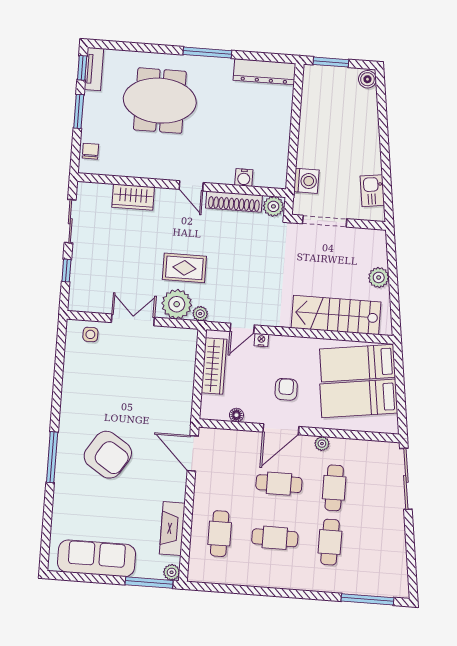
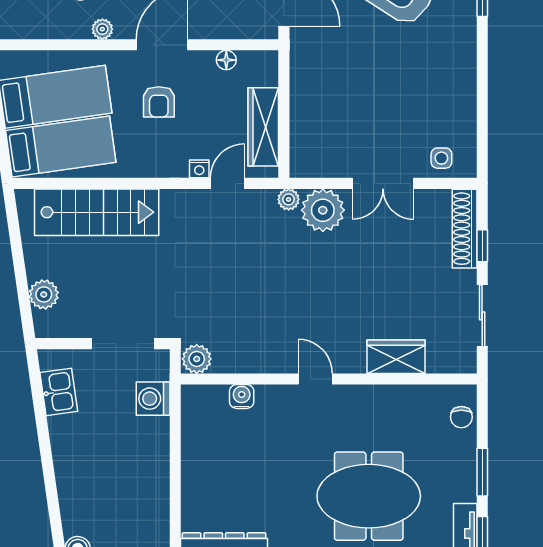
shoe rack: (234, 202) -> (465, 229), moved, turned -90
rug: (184, 268) -> (316, 262), removed
plant: (379, 277) -> (44, 294), moved

